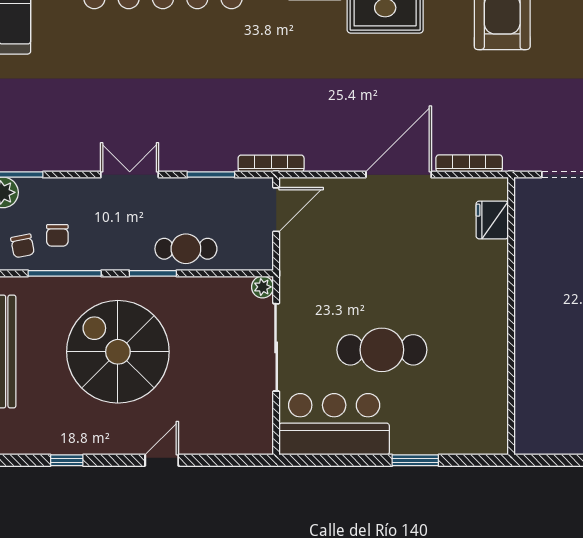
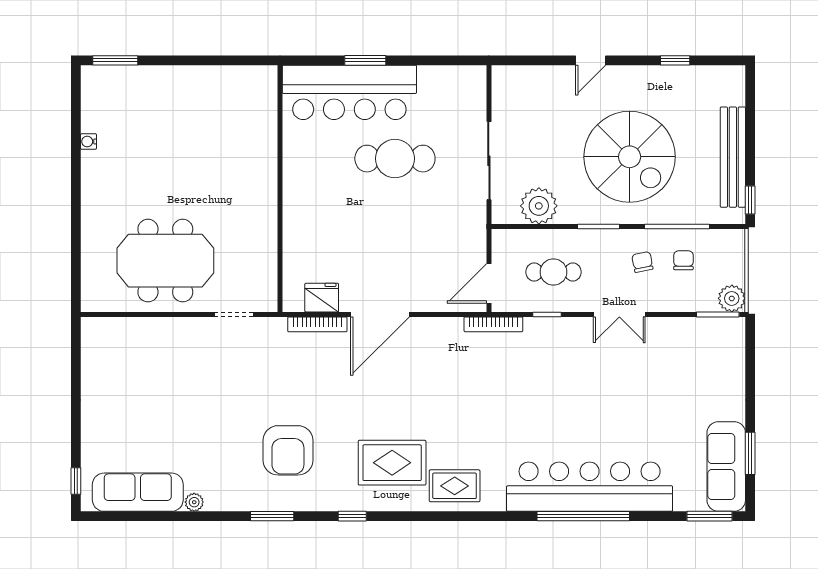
window: (211, 175) -> (547, 314), width x0.67
fridge: (492, 220) -> (322, 298), moved, turned -90
chair: (23, 246) -> (642, 262), moved
cafe table: (186, 249) -> (553, 272), moved
plant: (263, 287) -> (539, 206), moved, width x1.88, depth x1.88
bar counter: (334, 424) -> (349, 92), moved, width x1.36

